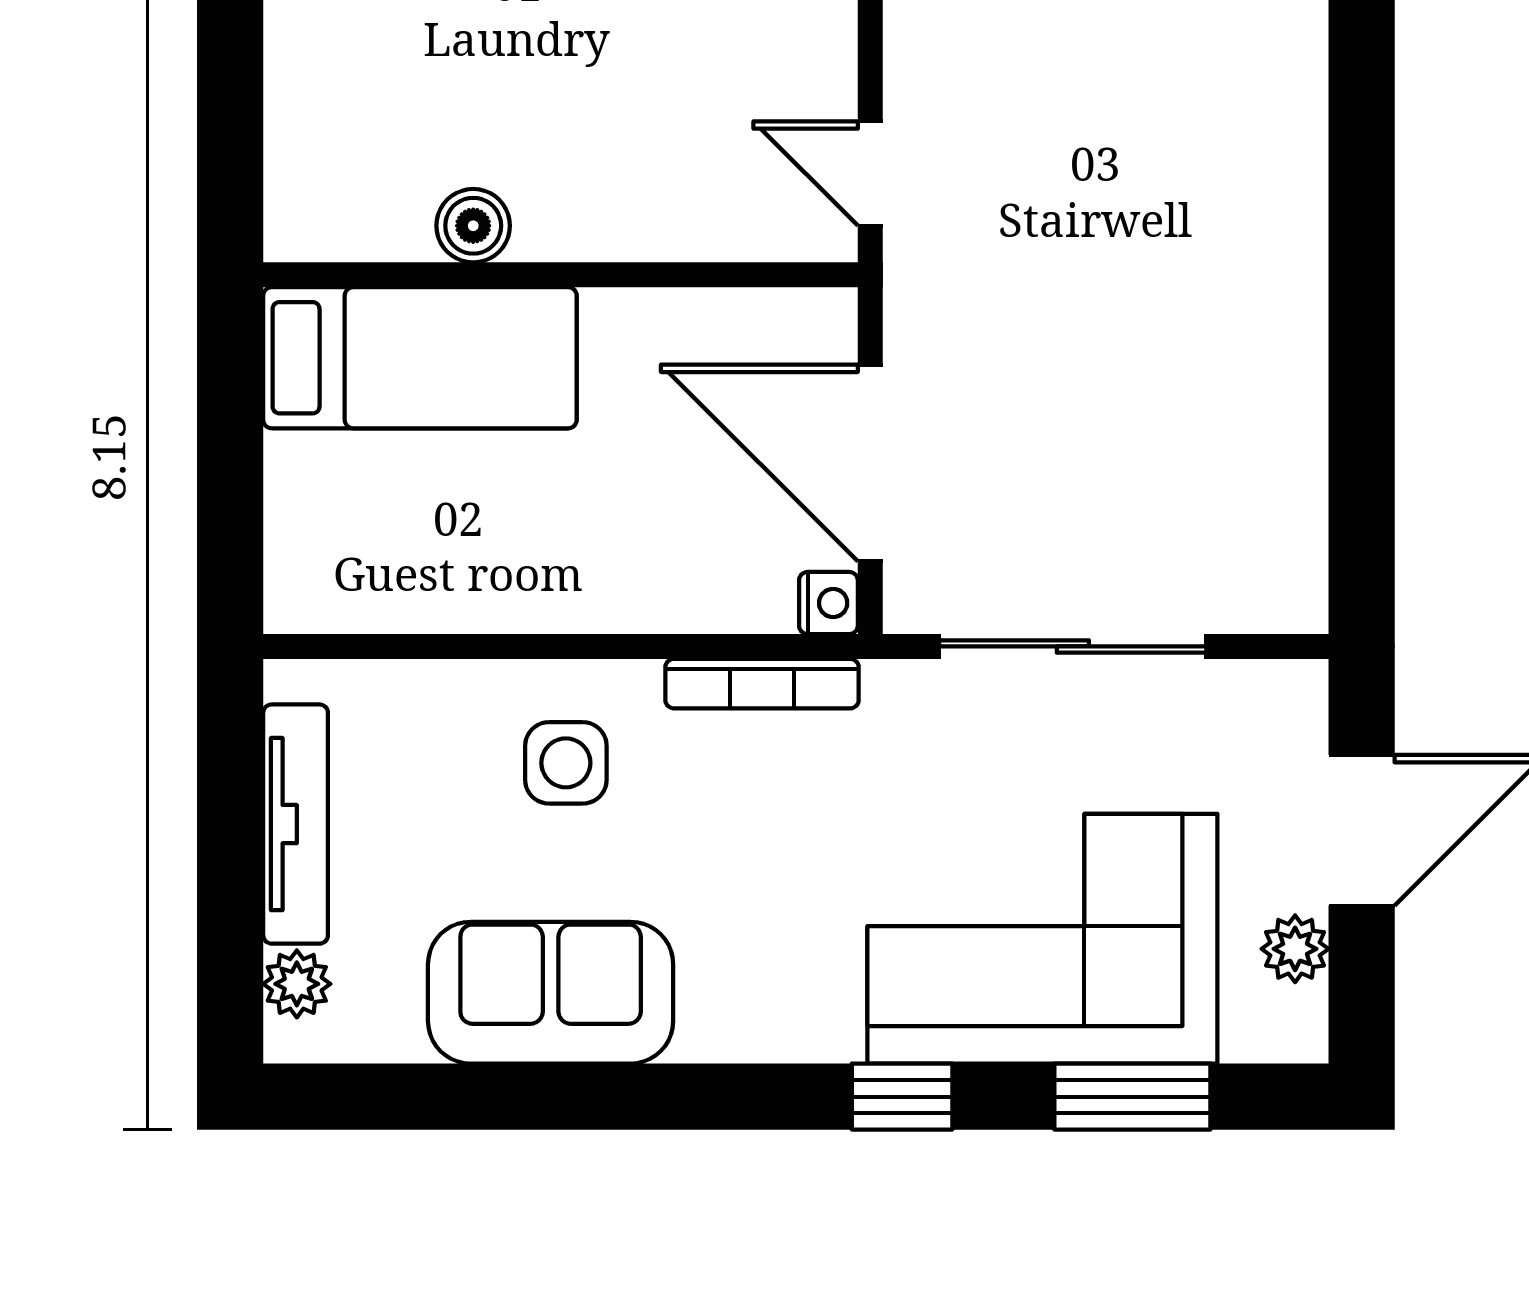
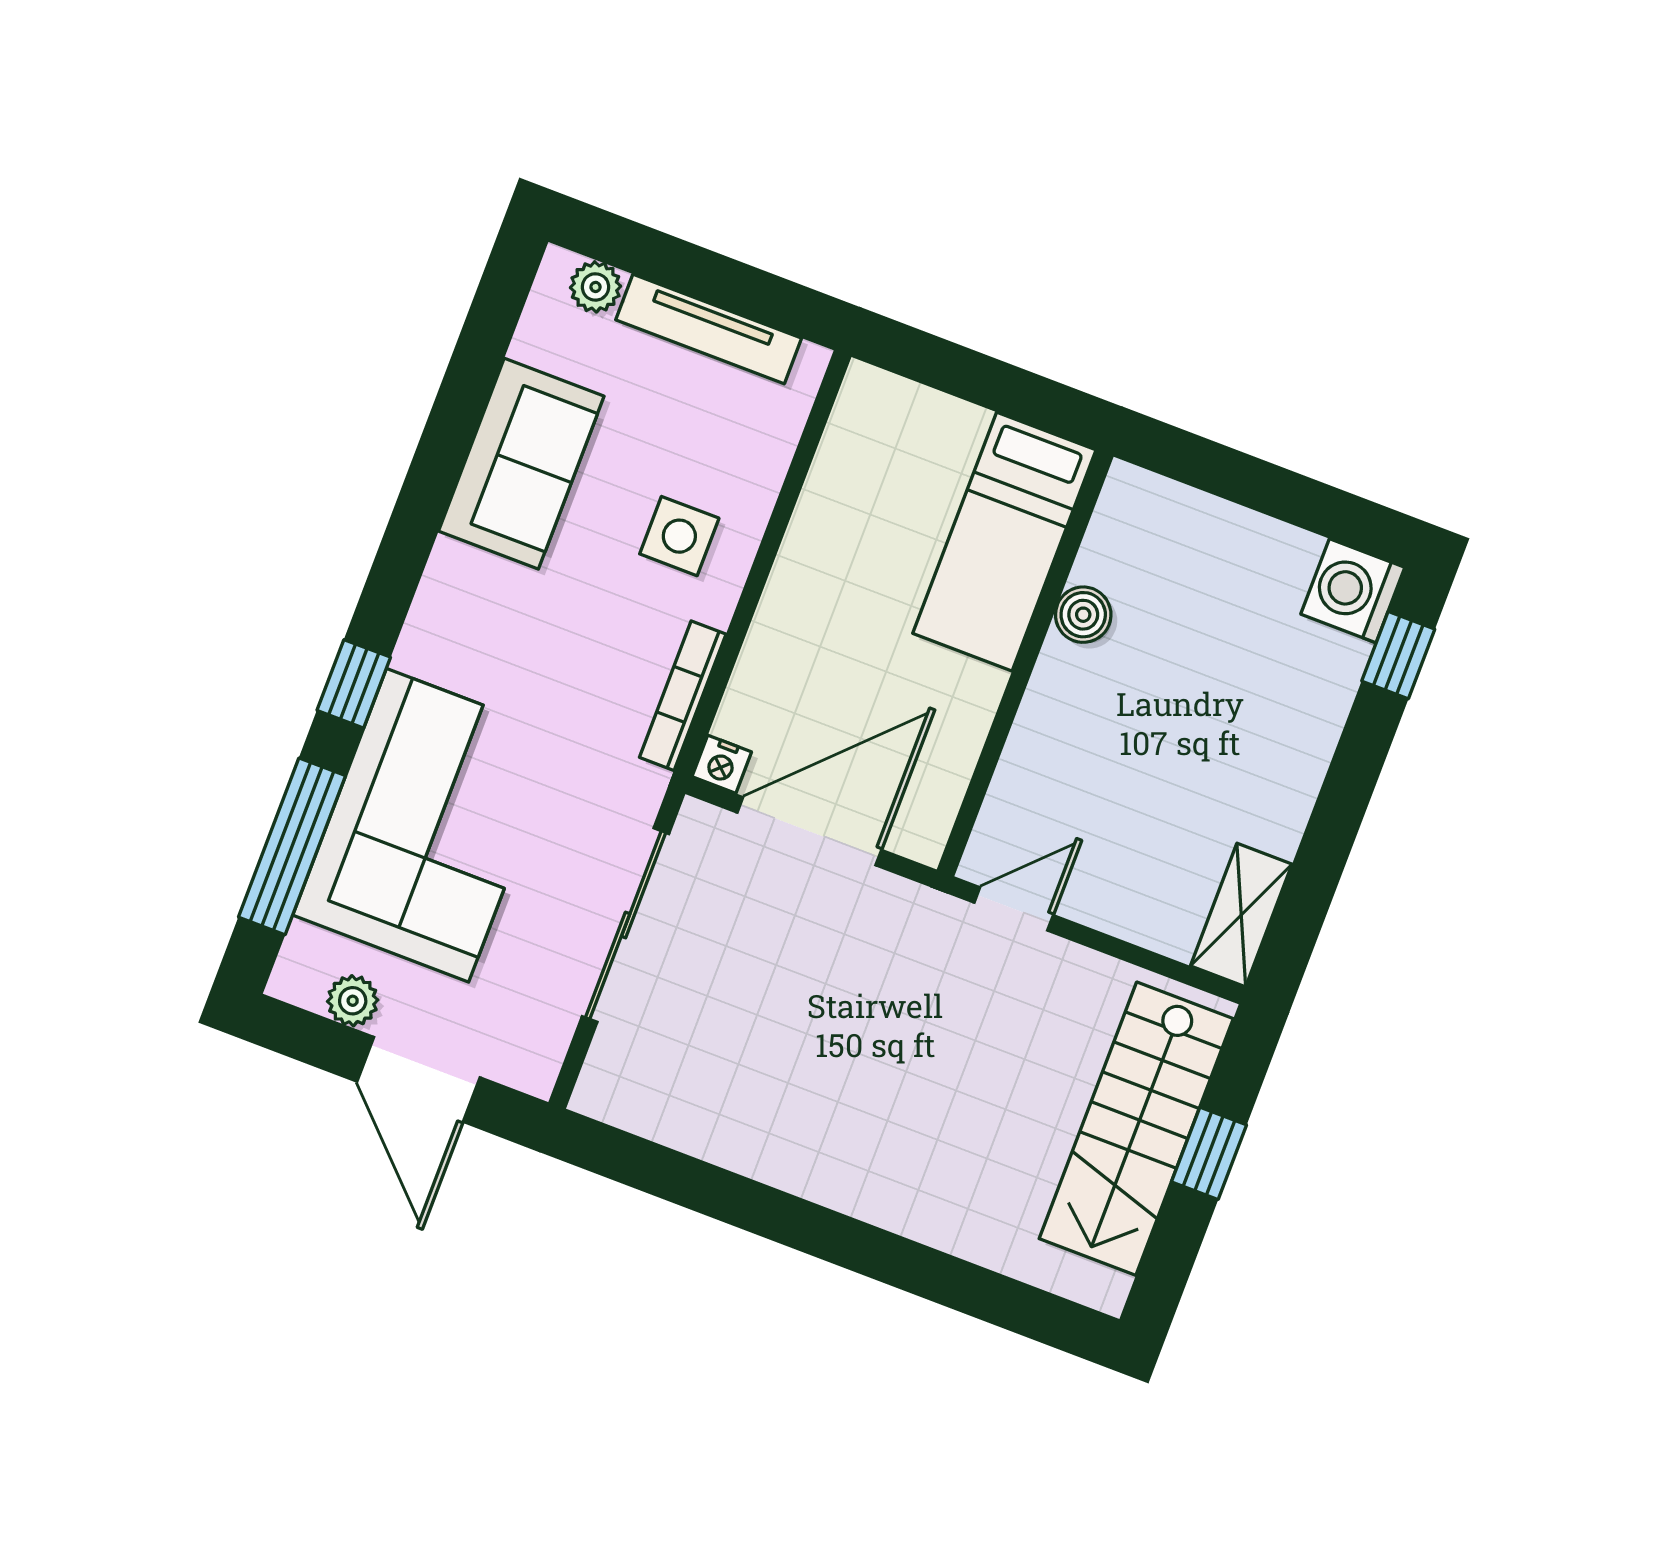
window: (1132, 1097) -> (292, 846), width x1.44

